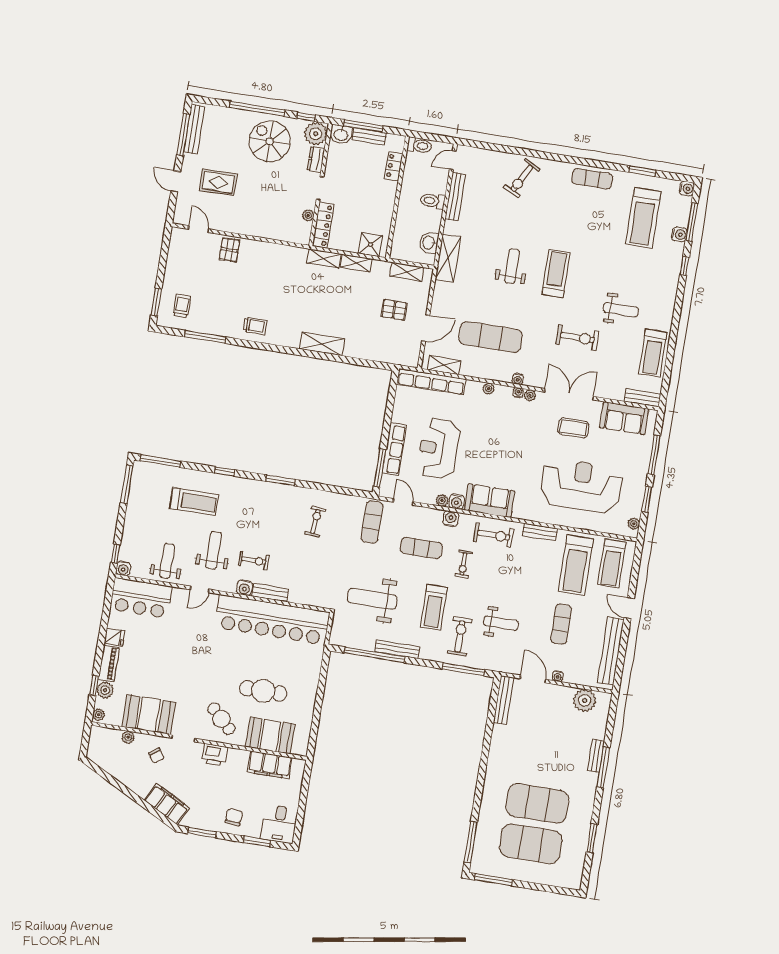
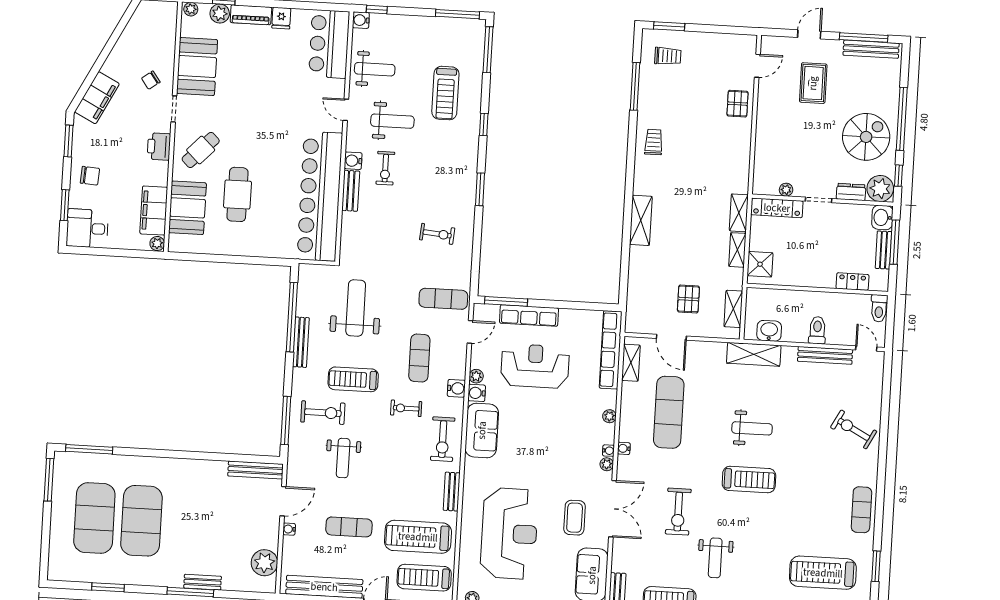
pallet: (229, 250) -> (737, 104), turned 90
trolley: (255, 326) -> (654, 142), turned 180
plant: (128, 737) -> (157, 243), moved

